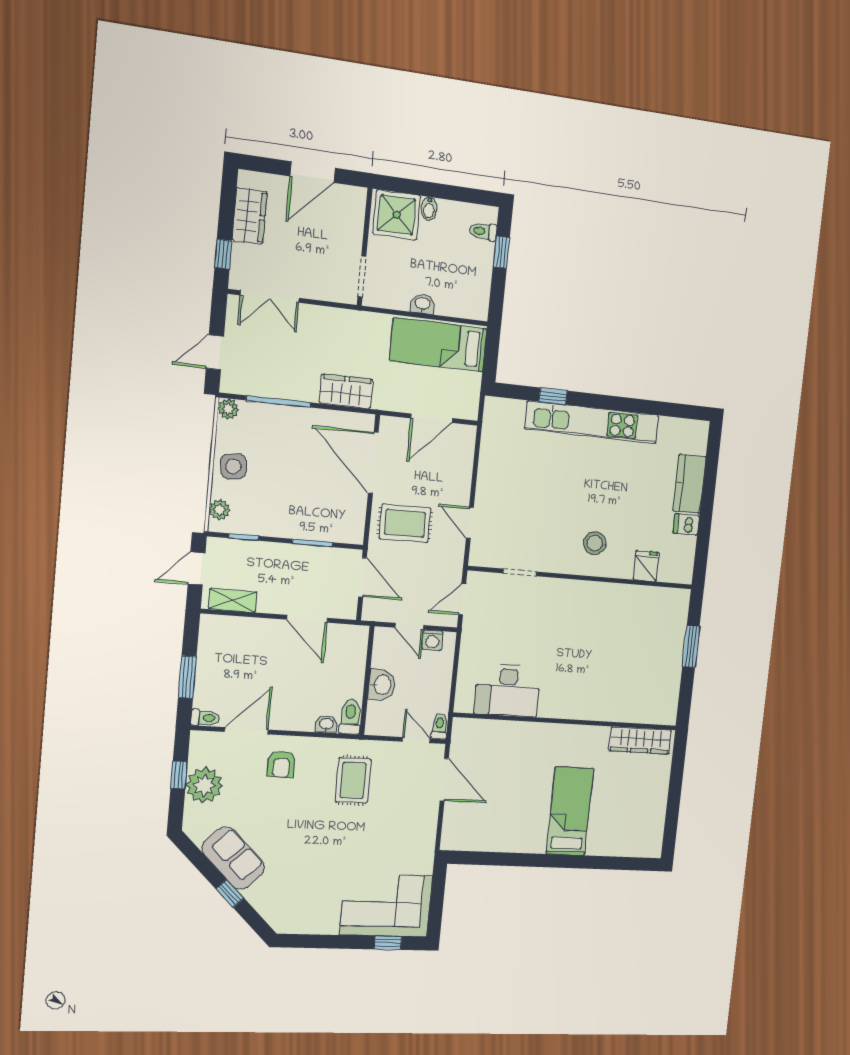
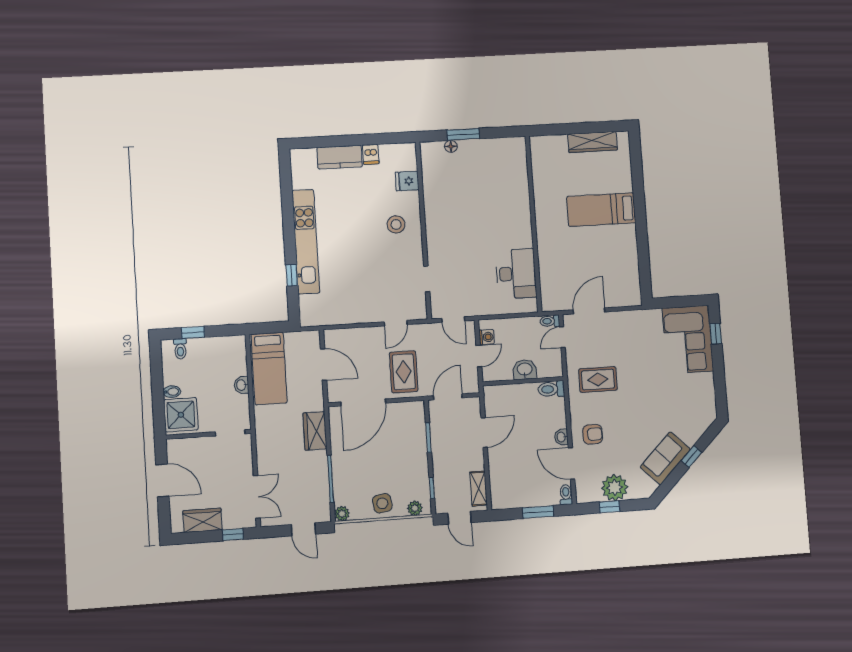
floor lamp: (679, 629) -> (451, 146), added
washbasin: (326, 724) -> (561, 437), moved
wardrobe: (640, 740) -> (593, 142), moved, turned 90

